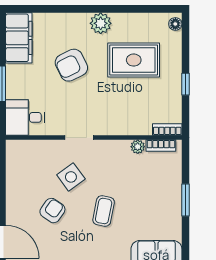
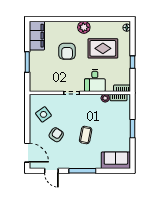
armchair: (71, 65) -> (67, 51), turned -64
desk: (25, 117) -> (95, 80), moved, turned -90
side table: (71, 177) -> (43, 114), moved

